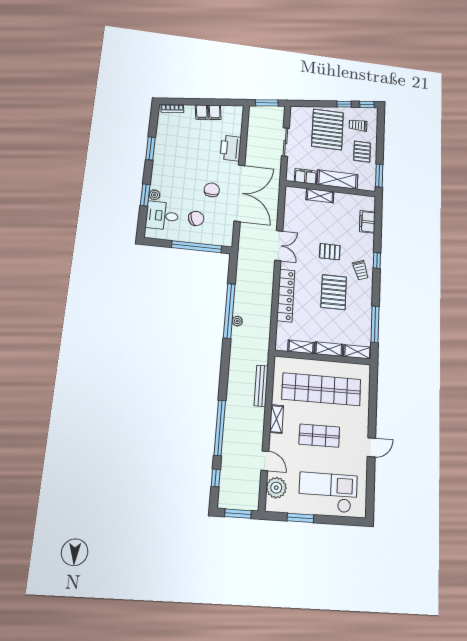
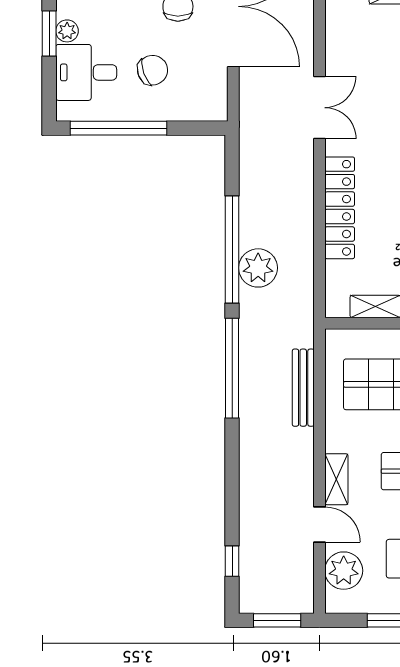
window: (197, 247) -> (118, 128), moved
plant: (237, 321) -> (258, 268), width x1.88, depth x1.88
shelving: (277, 419) -> (336, 479), moved
window: (220, 428) -> (232, 368), moved

